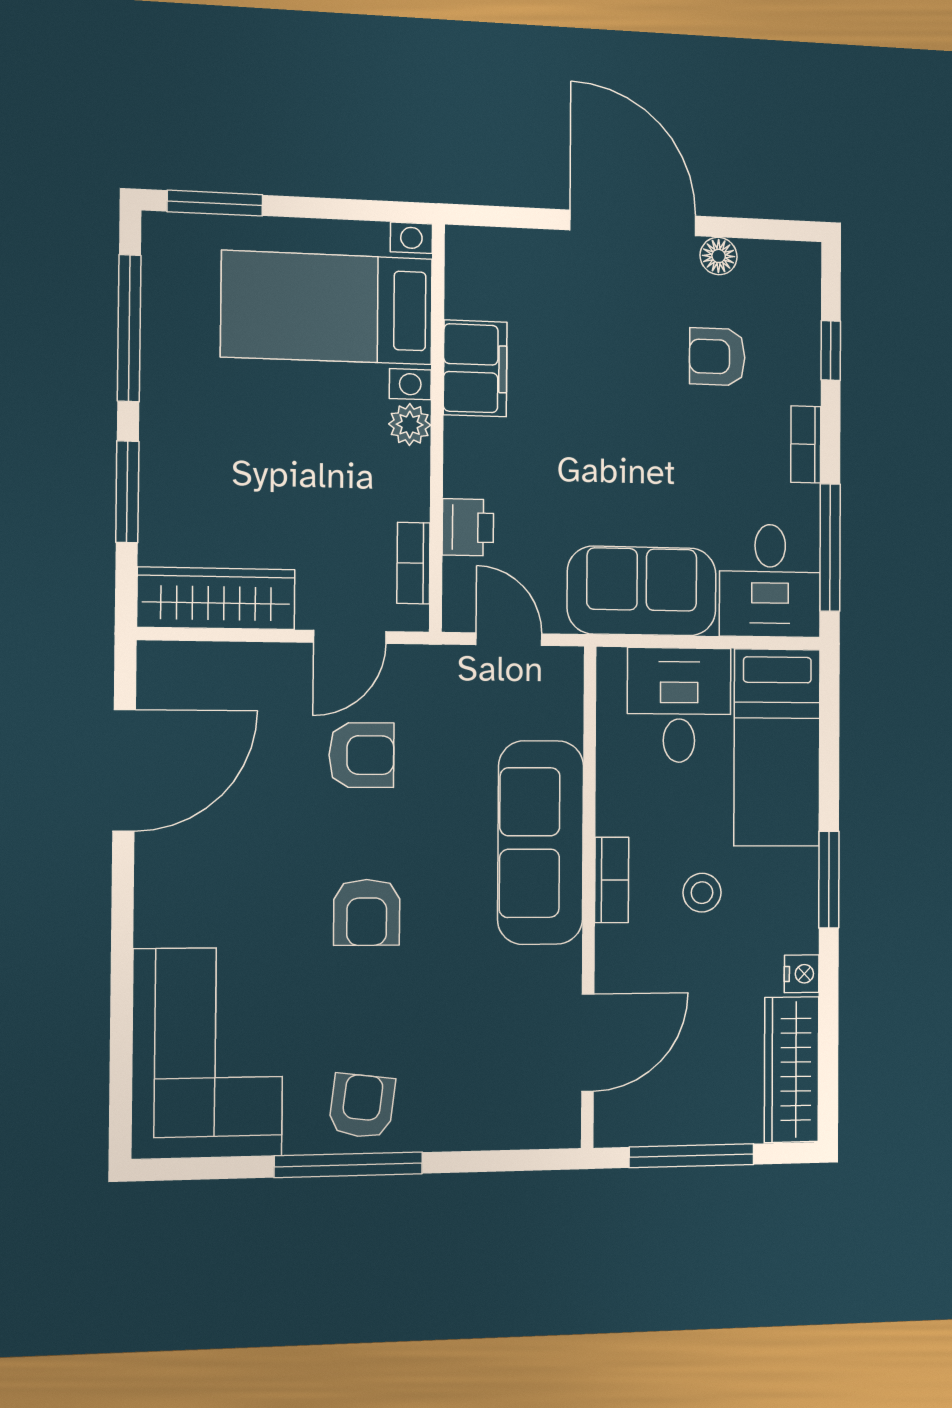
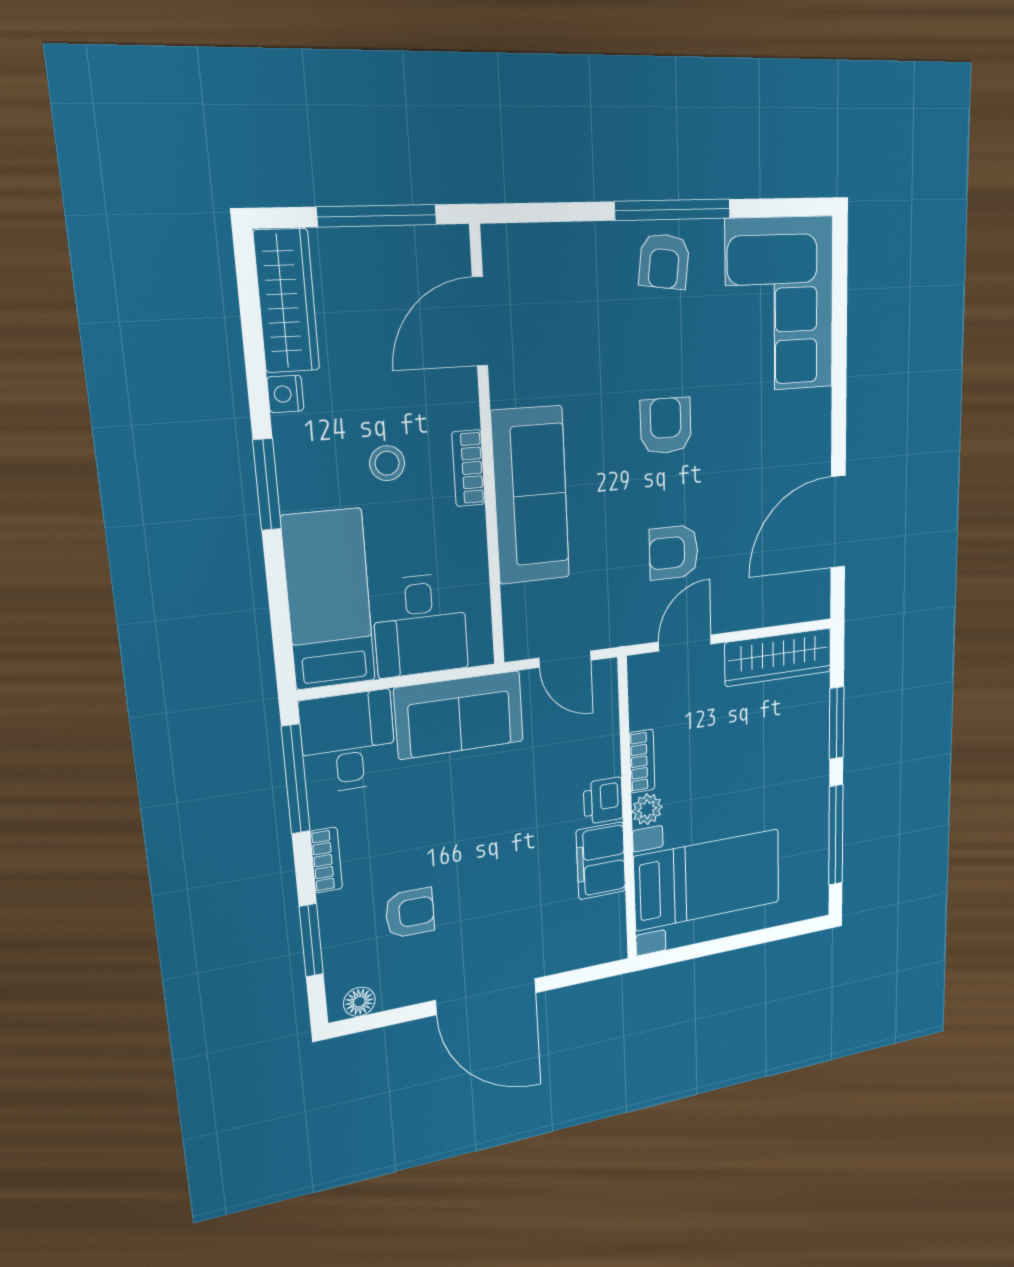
window: (215, 203) -> (783, 932), removed
floor lamp: (719, 256) -> (359, 1002), moved
window: (831, 350) -> (311, 940), width x1.50
printer: (468, 527) -> (603, 801), moved
bookcase: (413, 563) -> (642, 761), moved

